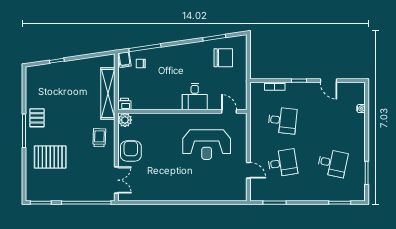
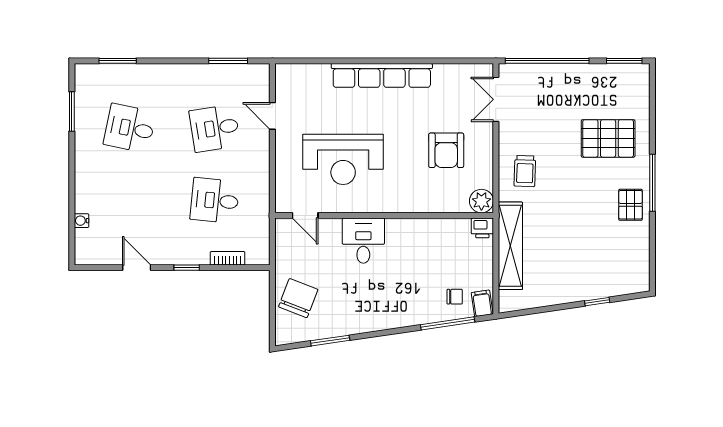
chair: (223, 58) -> (298, 298), moved, turned 111
reception desk: (207, 145) -> (343, 159), turned 180
armchair: (131, 151) -> (446, 150), moved
row of seats: (184, 194) -> (382, 75), added

